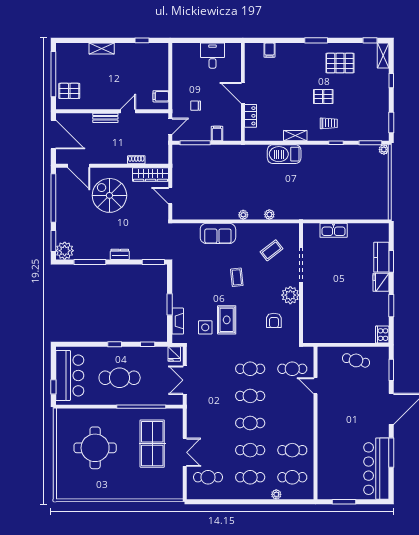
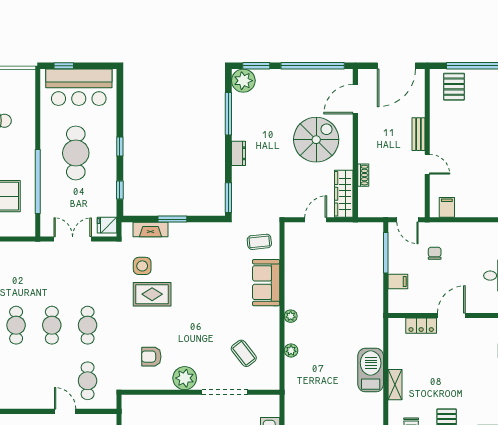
coffee table: (237, 277) -> (259, 242), moved
door: (316, 386) -> (65, 411), hinge flipped

